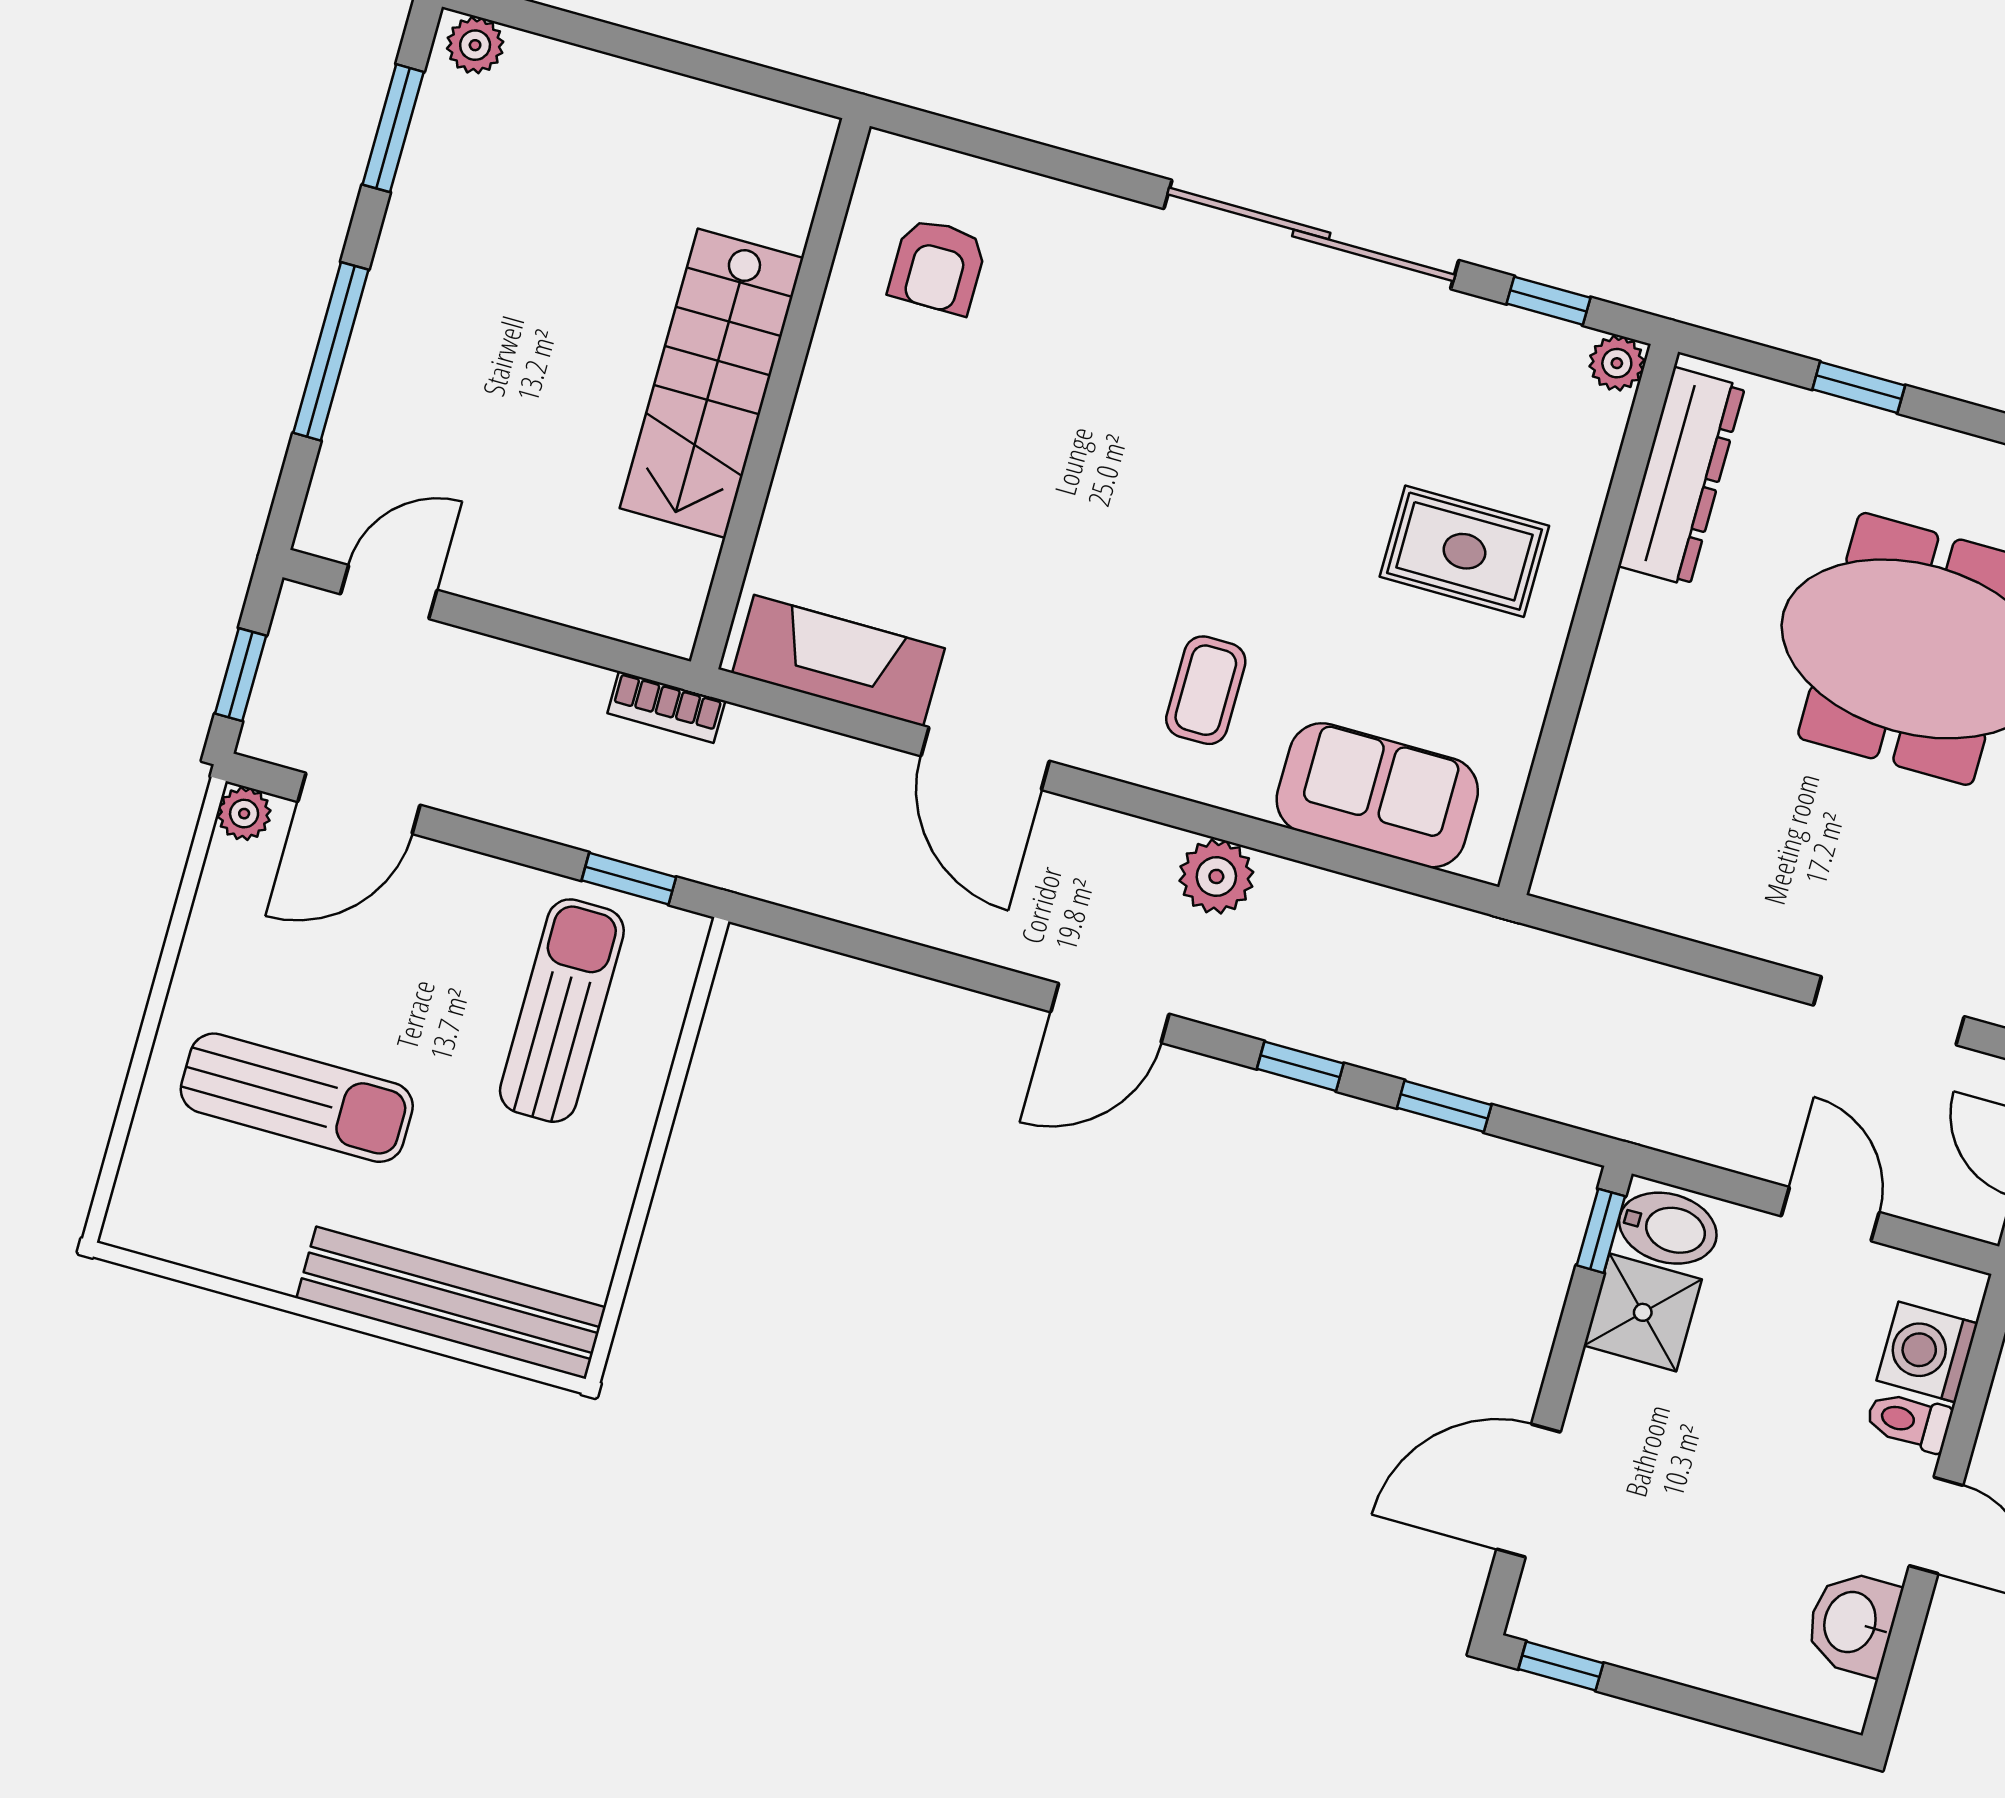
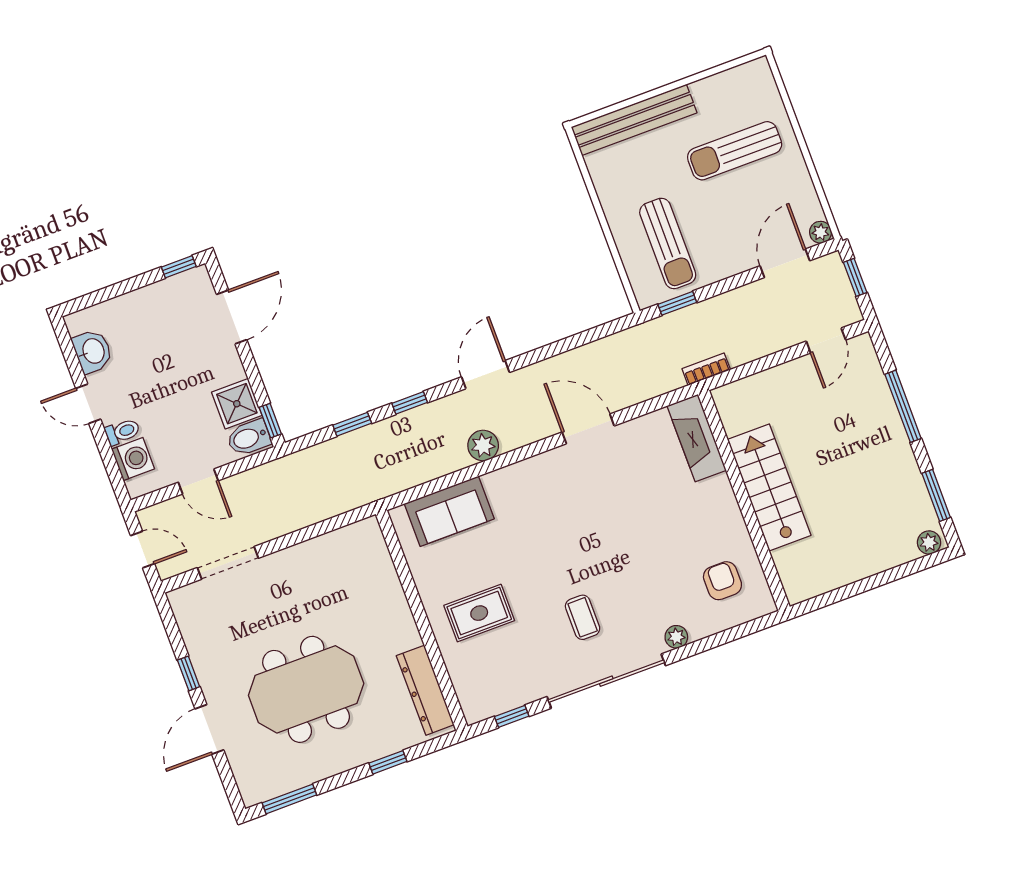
plant: (1617, 363) -> (676, 637), moved
fireplace: (839, 661) -> (697, 438), moved, turned 90
coffee table: (1206, 690) -> (583, 617), moved

